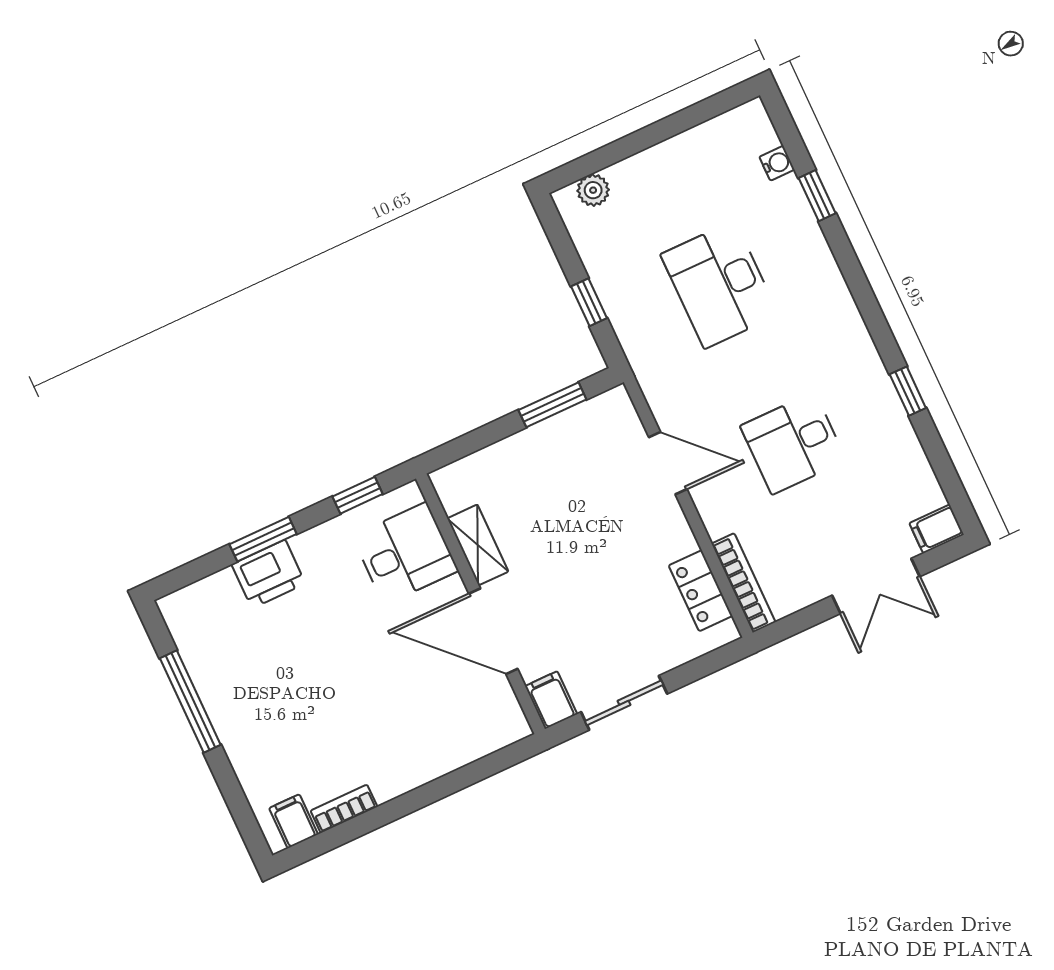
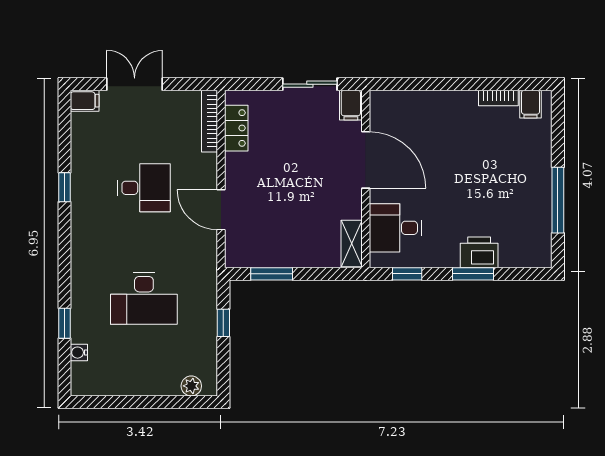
desk: (720, 285) -> (144, 298), turned 90
shelving: (478, 545) -> (352, 243), moved

